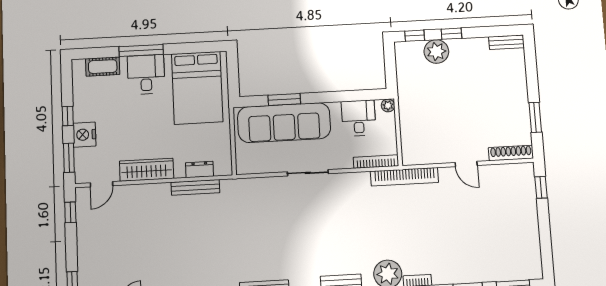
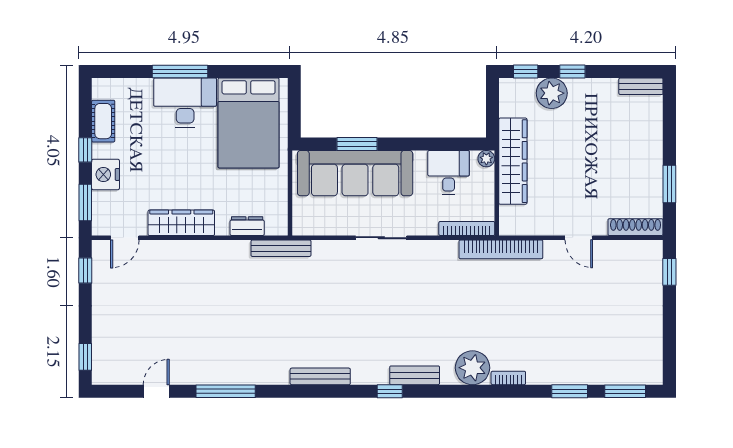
cot: (103, 67) -> (103, 121), moved, turned 90
desk: (146, 74) -> (185, 102), width x1.37
wardrobe: (409, 106) -> (513, 161), added
bench: (195, 187) -> (281, 248), moved

